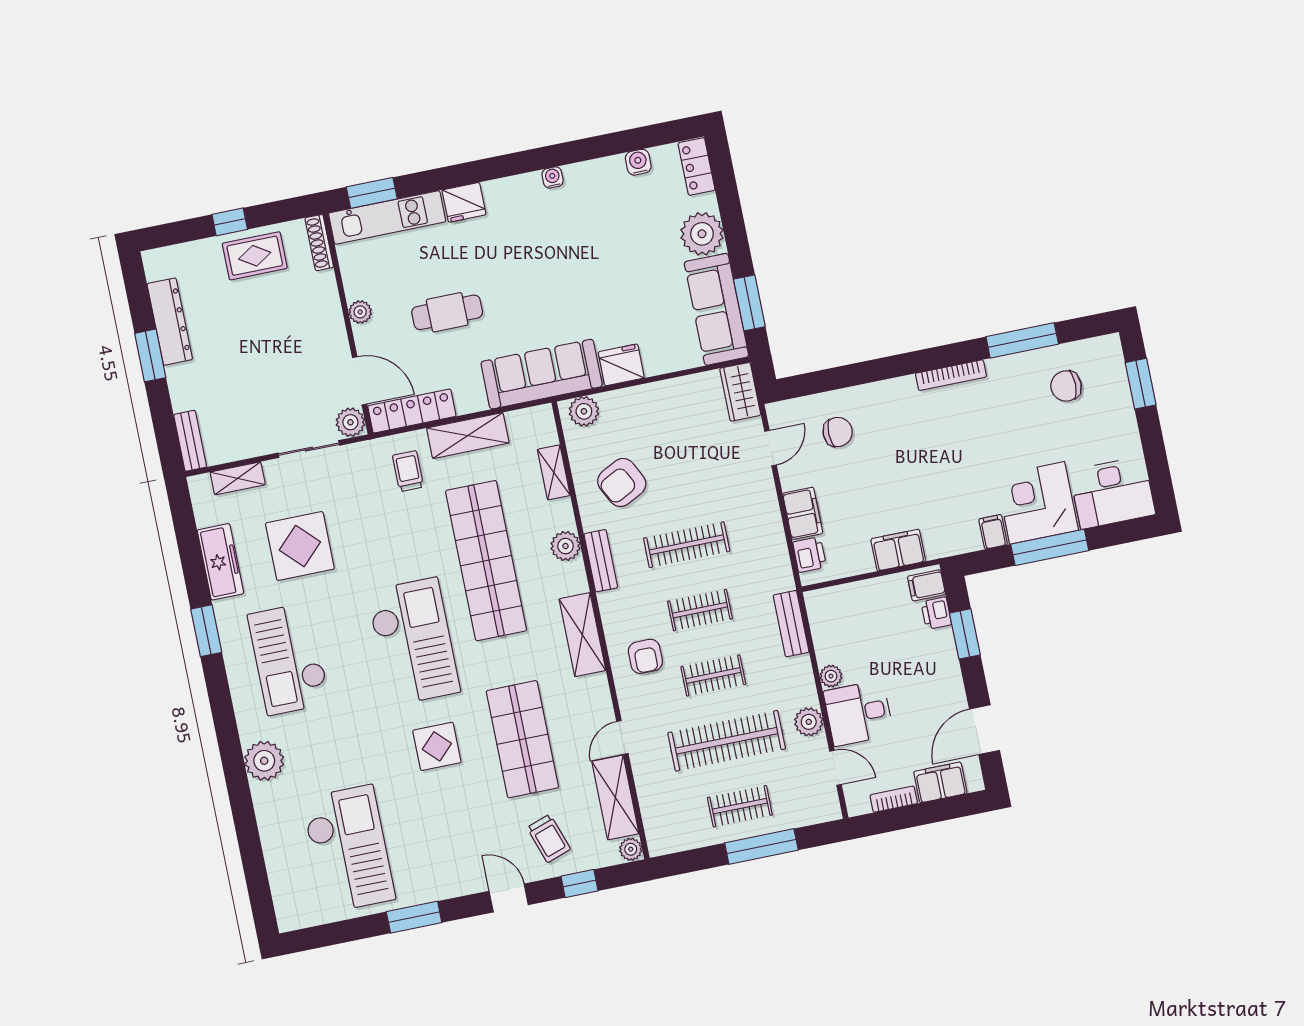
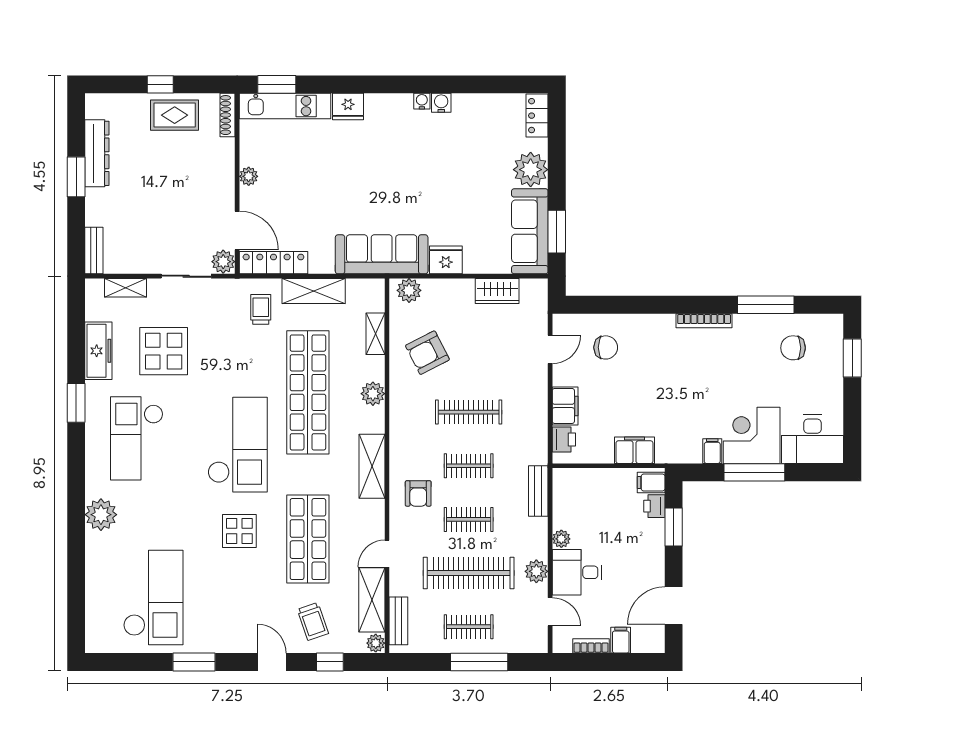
water cooler: (638, 162) -> (441, 103), moved
cafe table: (447, 312) -> (317, 191), removed
wardrobe: (740, 392) -> (497, 291), moved, turned -90
bench: (601, 561) -> (398, 621), moved
filing cabinet: (940, 782) -> (621, 640), width x0.50

